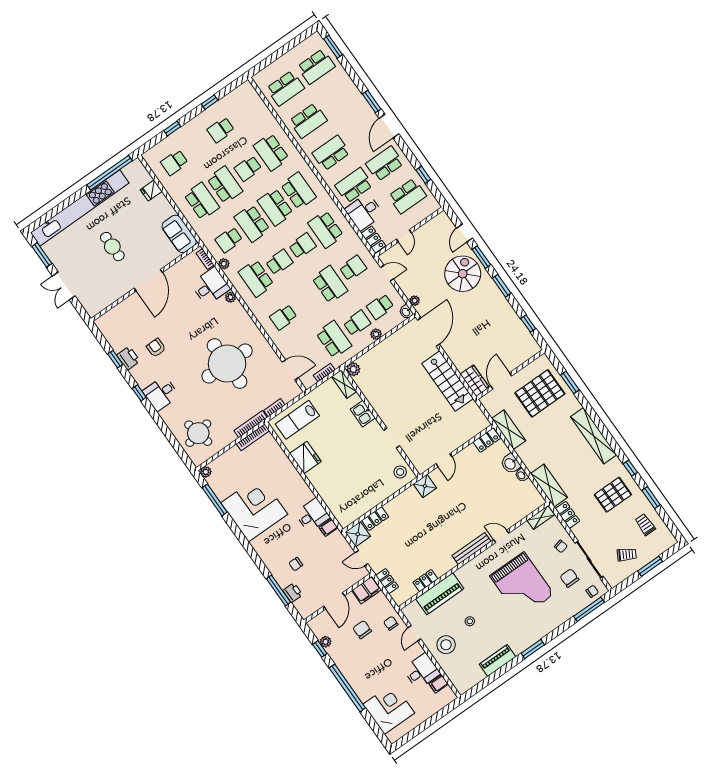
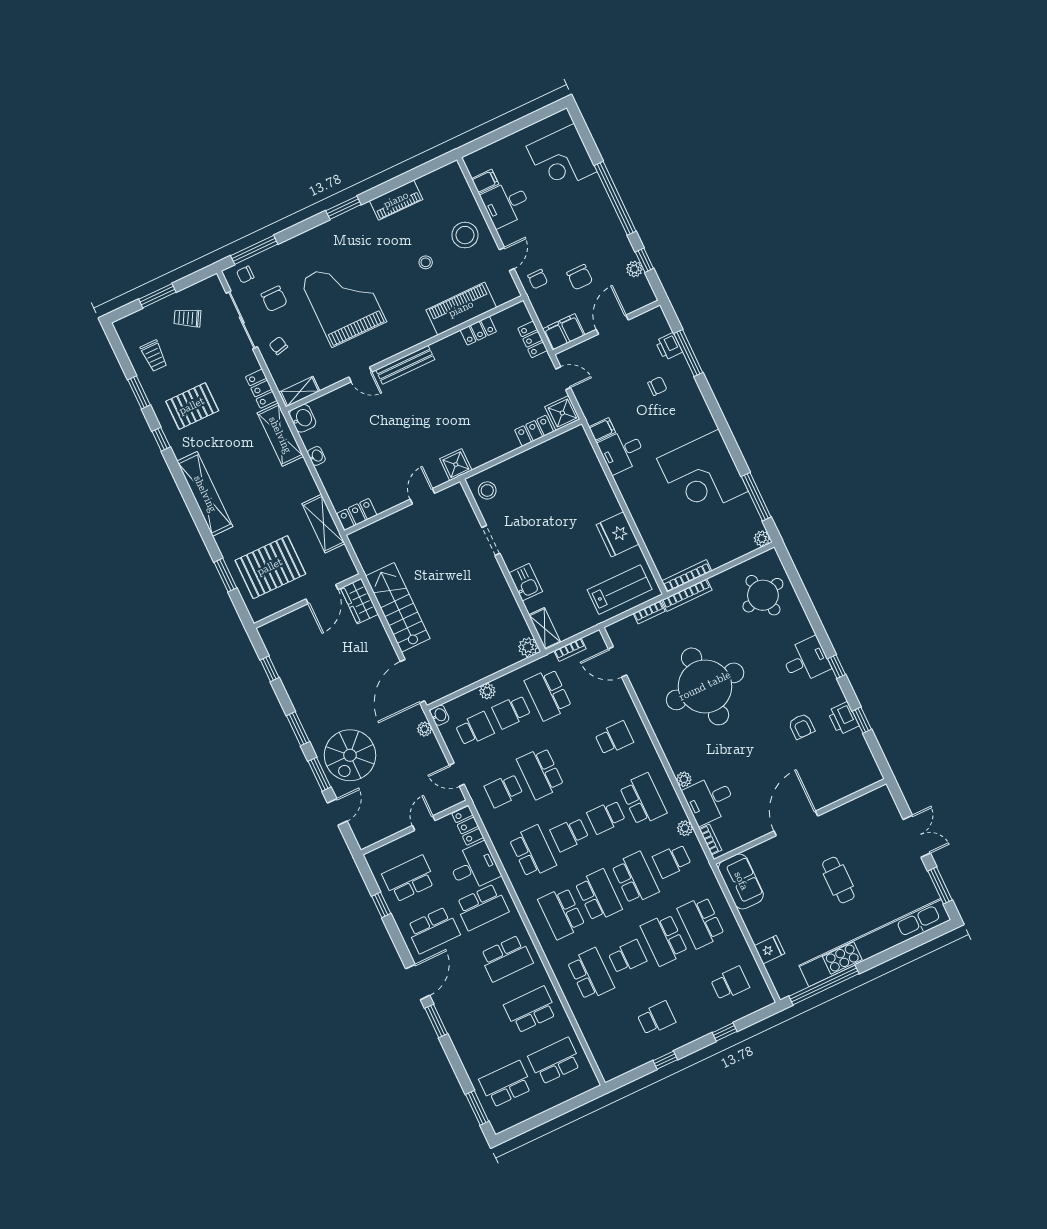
school desk: (229, 240) -> (672, 861), turned 180
washbasin: (510, 464) -> (303, 418), moved

